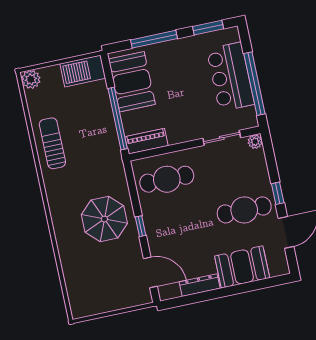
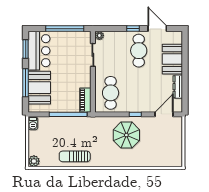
barbecue: (83, 71) -> (33, 123), width x0.53, depth x0.65
bar counter: (230, 77) -> (39, 51), moved, turned -90
booth: (132, 82) -> (39, 88), moved, turned 90

